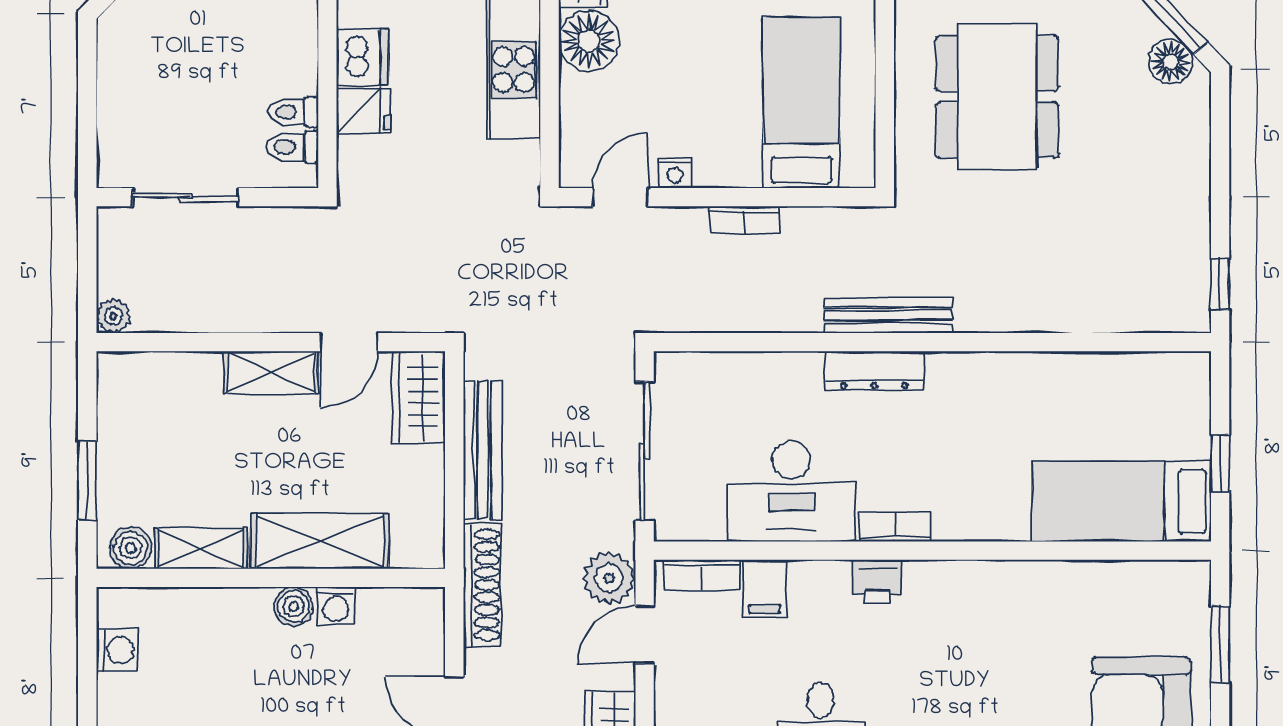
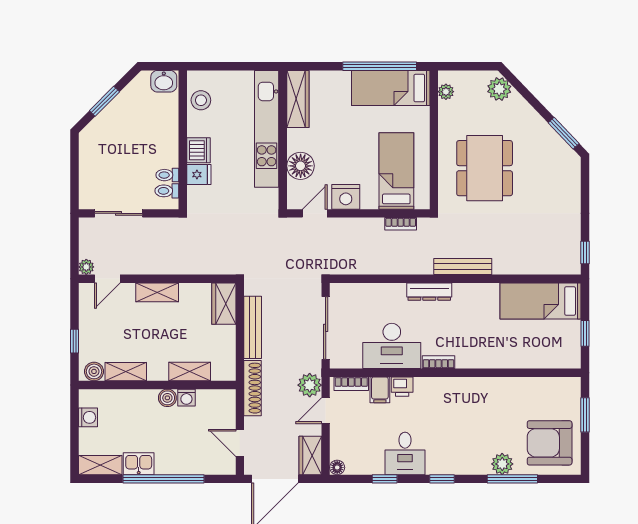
floor lamp: (589, 41) -> (301, 166), moved
floor lamp: (1171, 62) -> (563, 152), removed
nightstand: (675, 173) -> (346, 197), width x1.89, depth x1.79
bookcase: (744, 220) -> (401, 224), moved
bench: (888, 315) -> (463, 267), moved
door: (349, 342) -> (107, 279), moved
window: (87, 481) -> (74, 341), width x0.67
bed: (1122, 501) -> (541, 301), moved
shelving: (320, 541) -> (190, 372), width x0.67, depth x0.75
printer: (878, 581) -> (402, 387), moved

